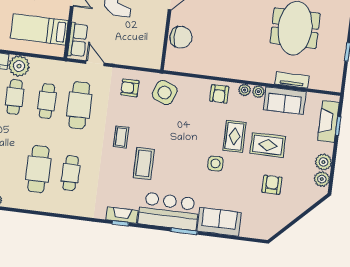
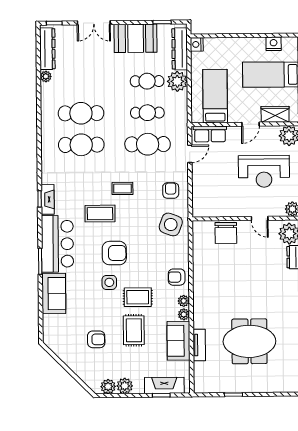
armchair: (186, 154) -> (114, 253), added
cafe table: (71, 173) -> (81, 145), width x1.37, depth x1.35

